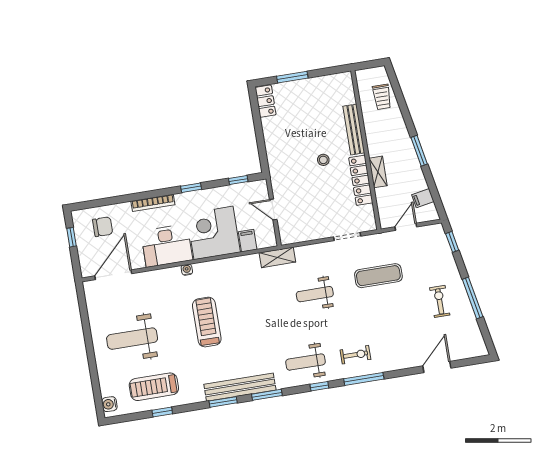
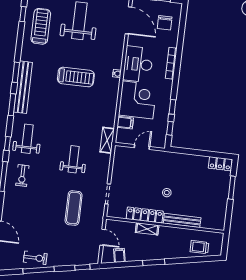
window: (191, 188) -> (172, 107), moved
exercise bike: (440, 301) -> (35, 258), moved
window: (162, 412) -> (23, 14), moved

